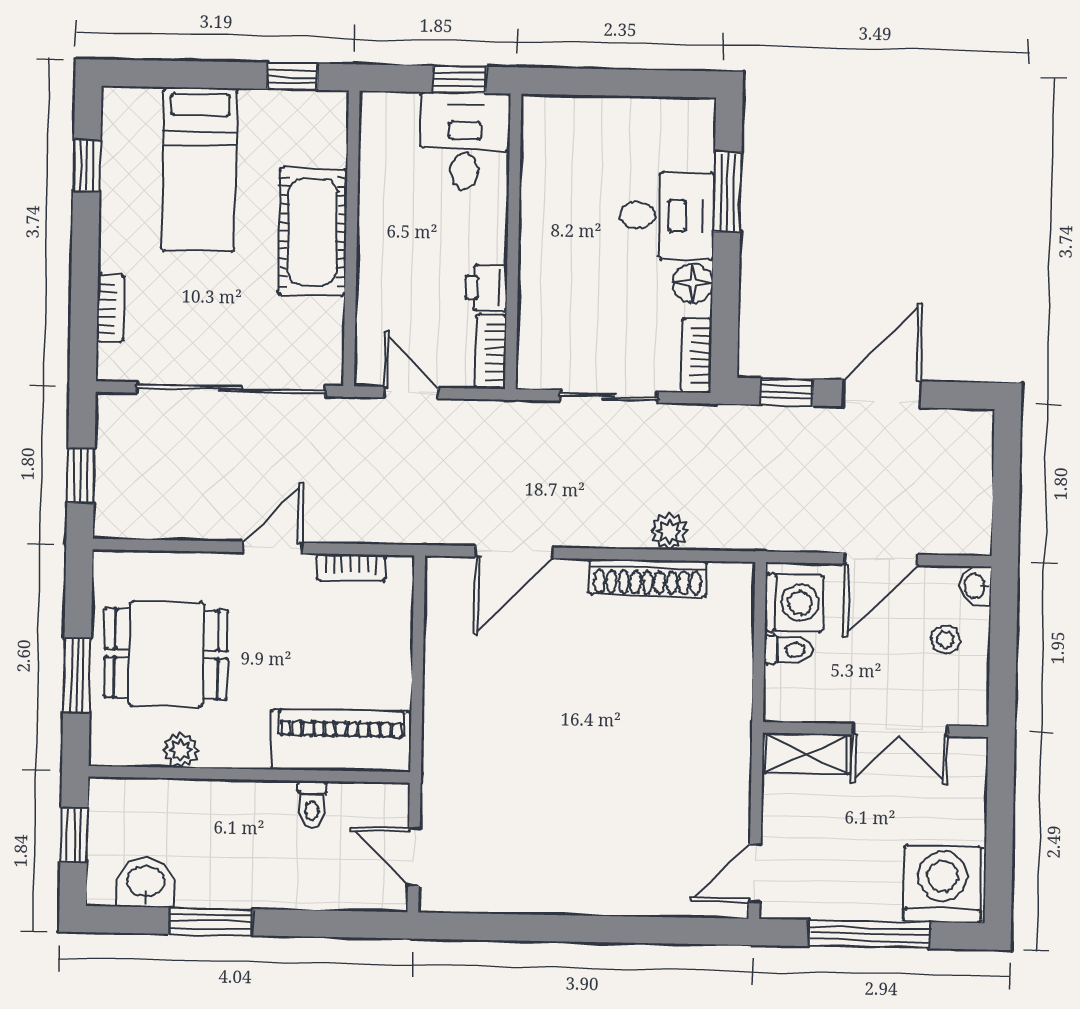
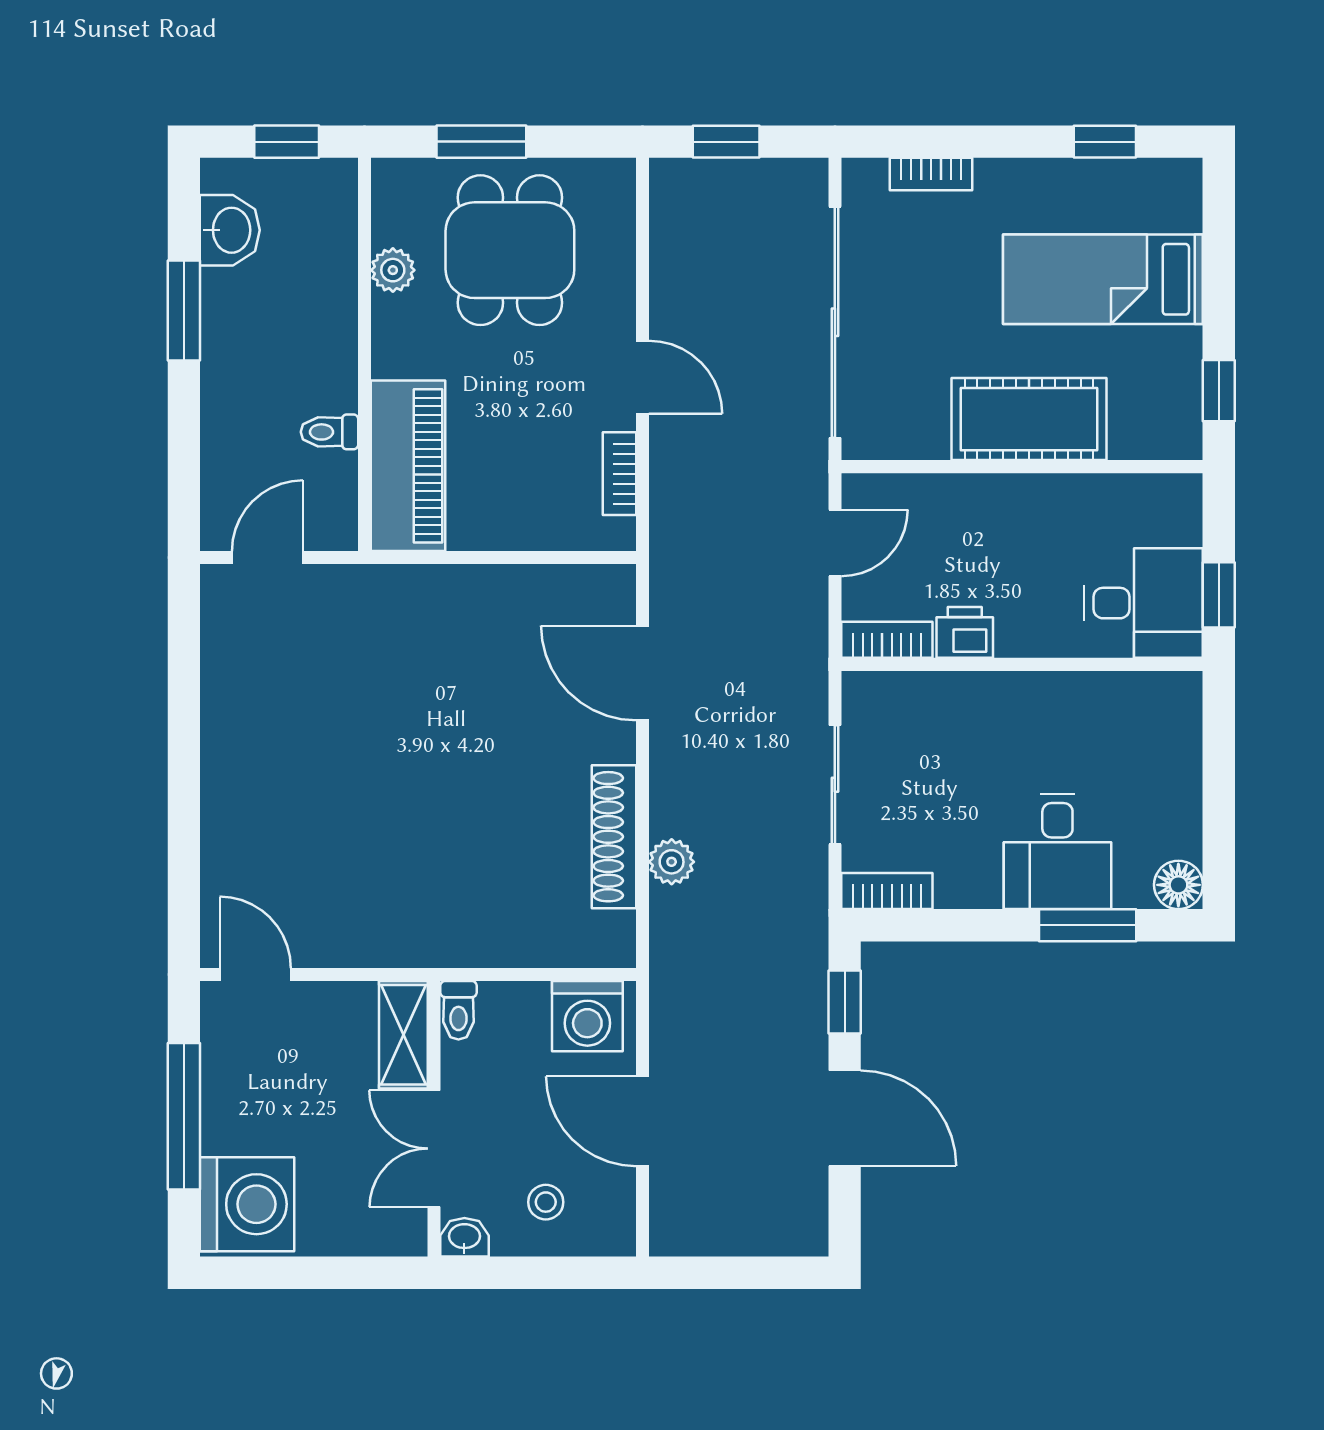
floor lamp: (693, 283) -> (1178, 885), moved
washbasin: (975, 586) -> (464, 1237), moved
toilet: (788, 650) -> (458, 1010), moved

